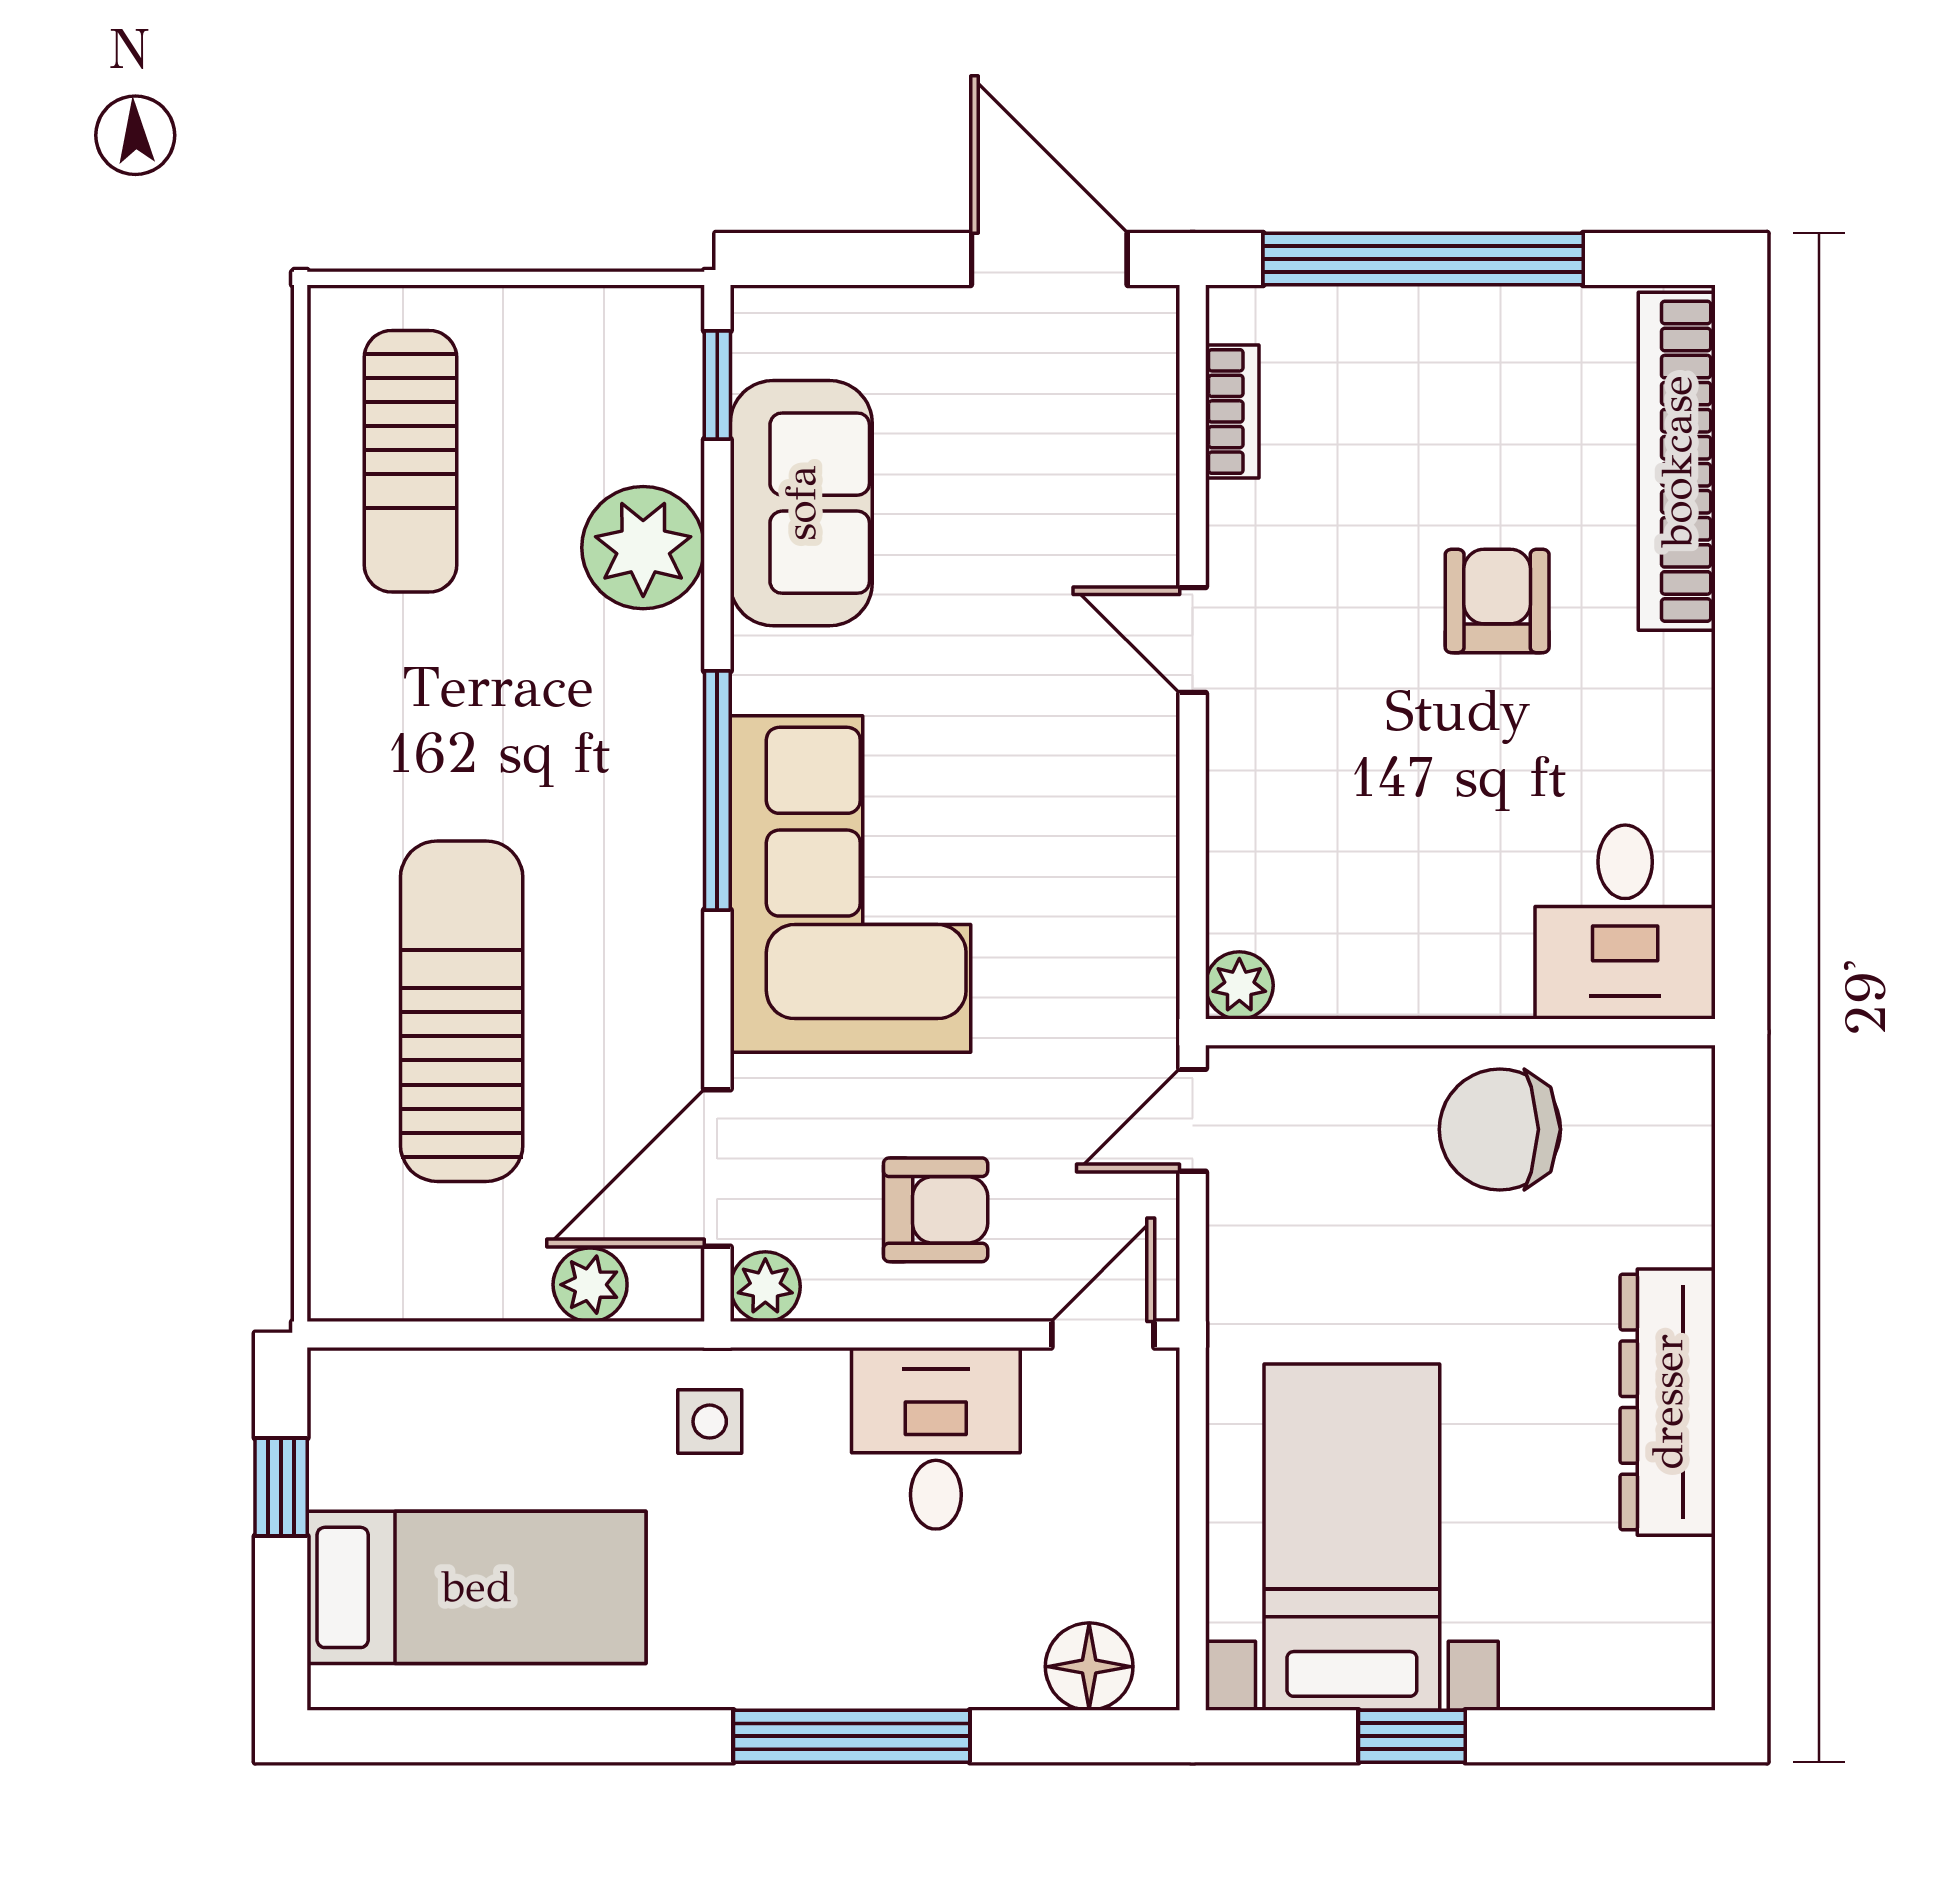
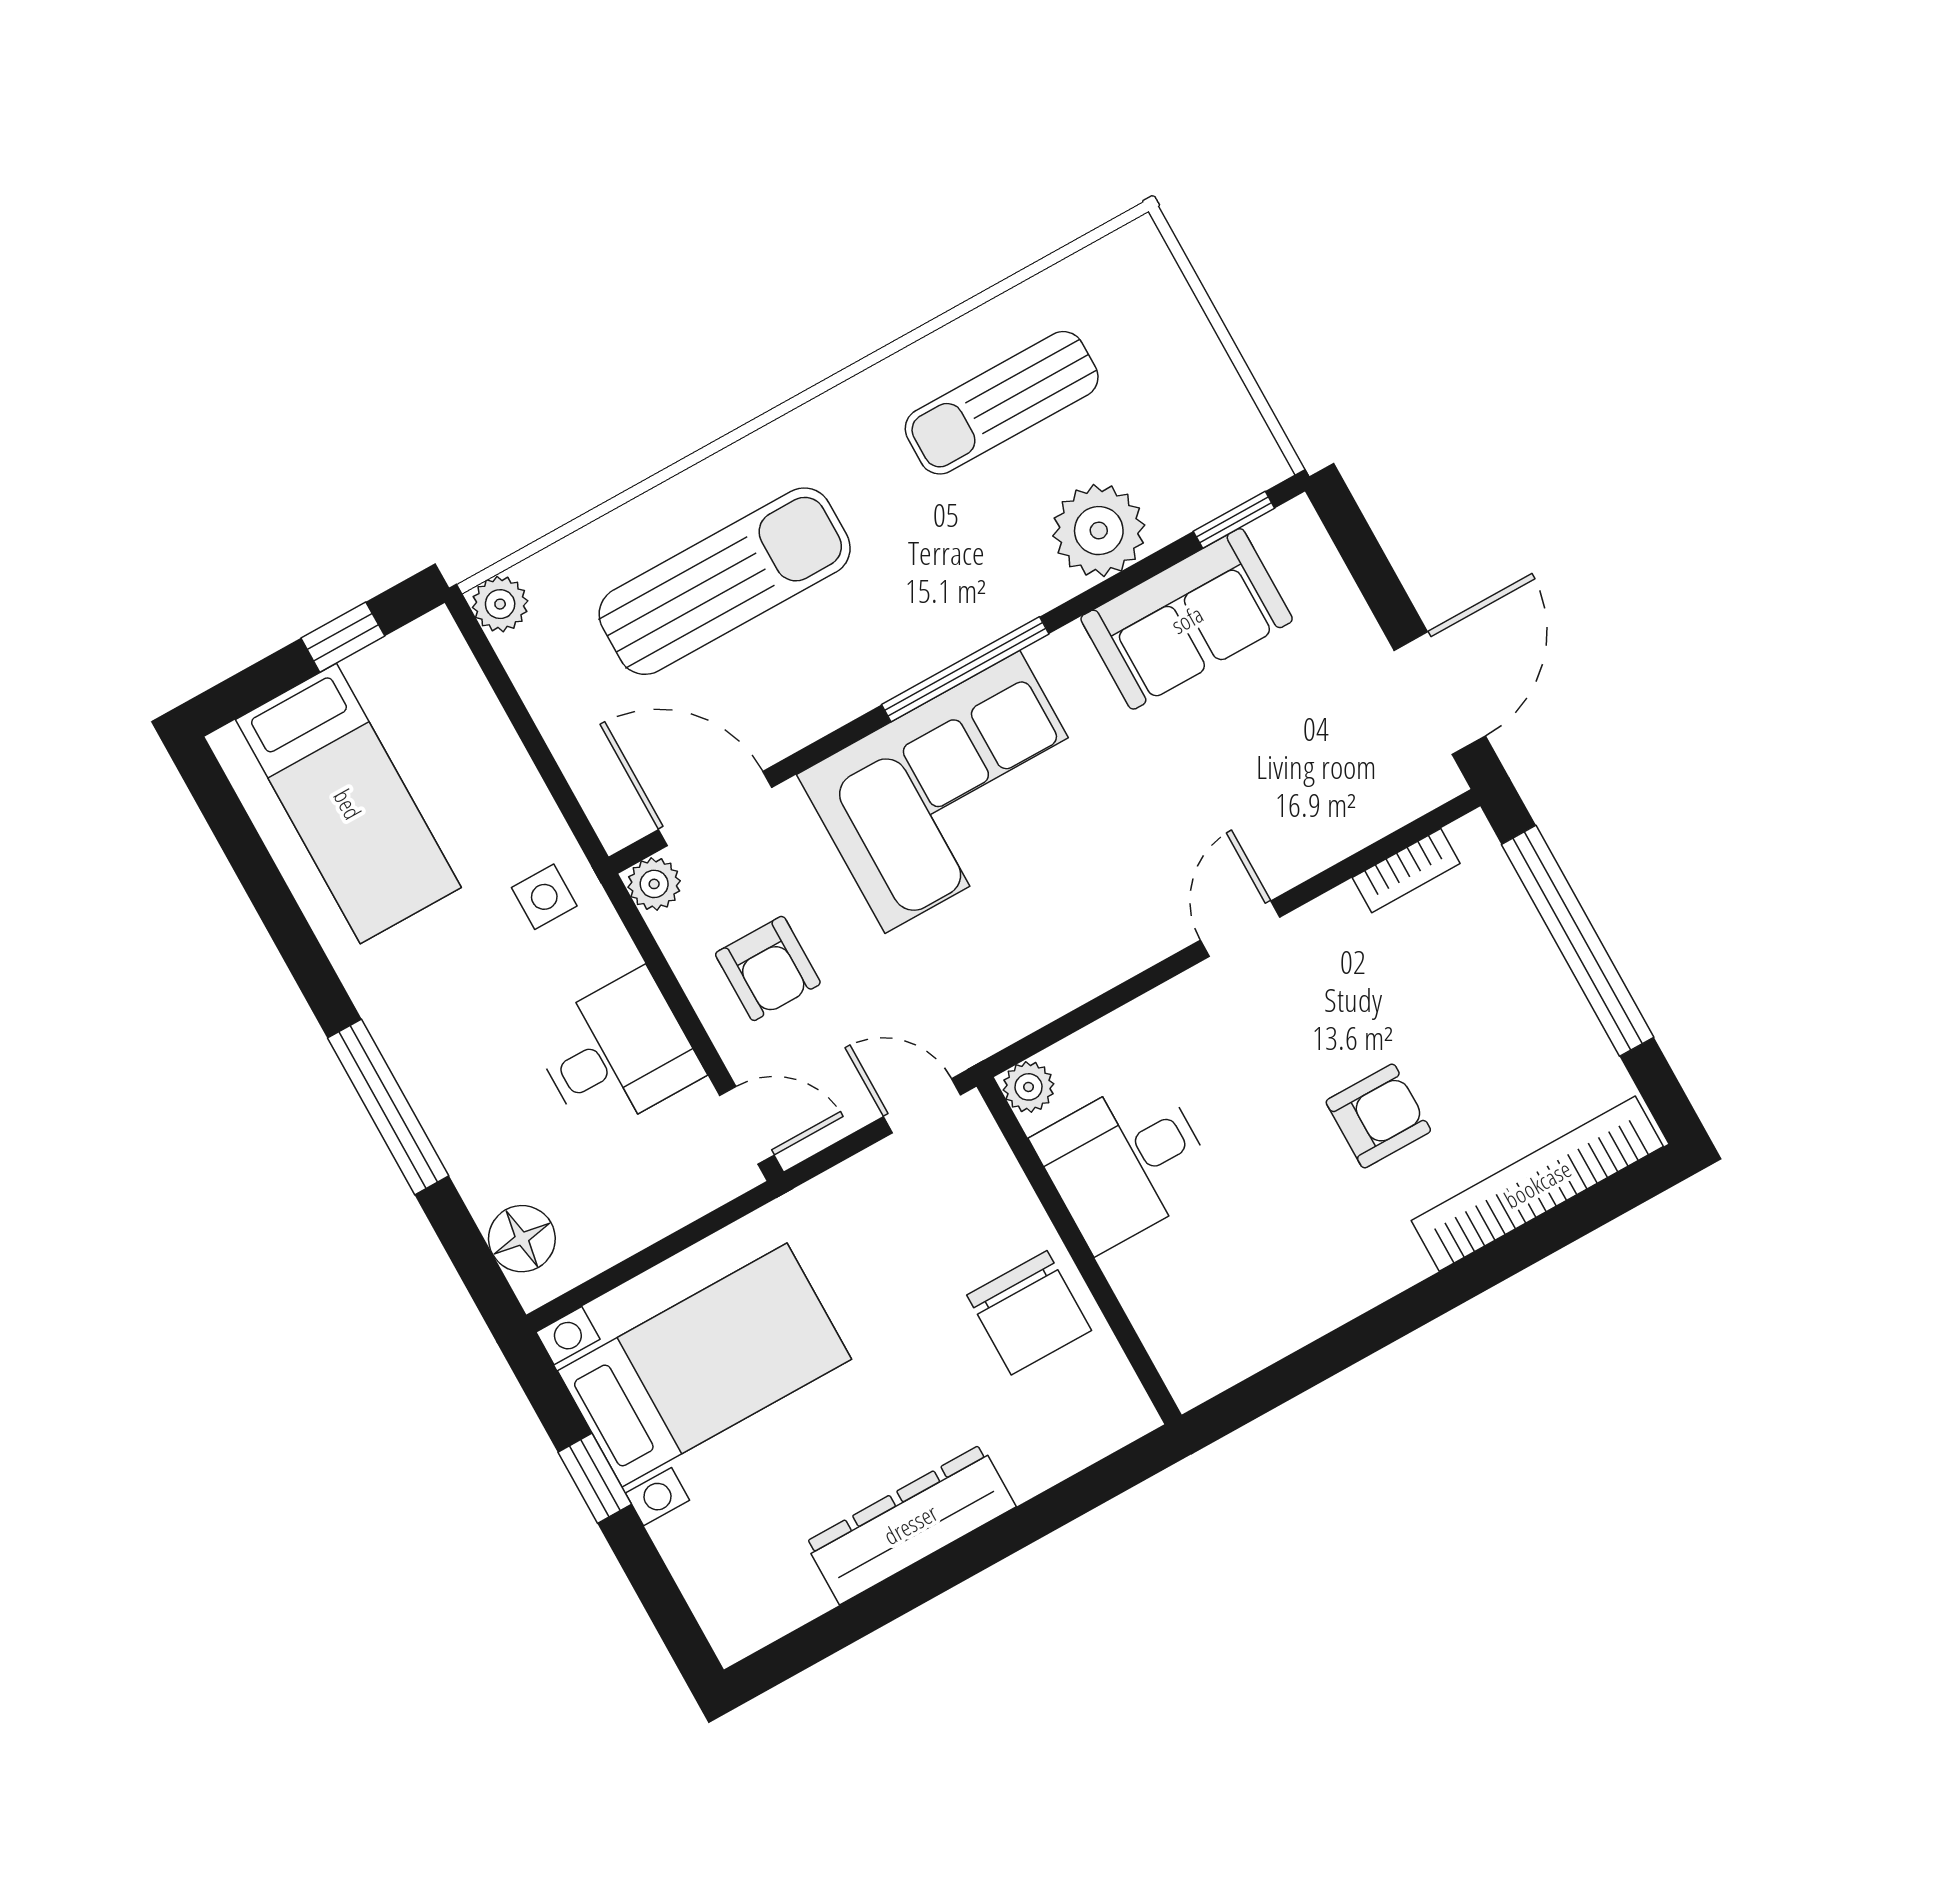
sun lounger: (410, 461) -> (1002, 403), moved
desk: (1625, 922) -> (1125, 1162), moved
chair: (1500, 1129) -> (1029, 1313), turned 180
plant: (590, 1285) -> (500, 604), moved

